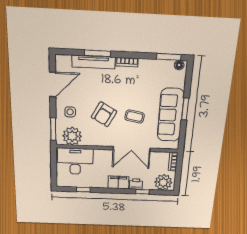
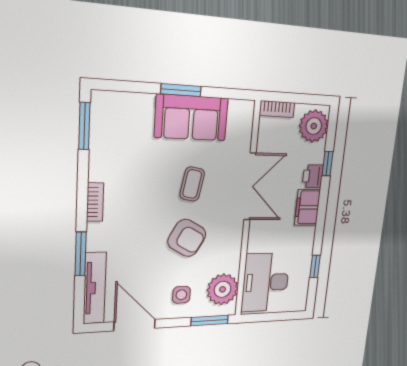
tv unit: (94, 62) -> (95, 288), moved
floor lamp: (179, 65) -> (99, 106), removed
sofa: (171, 115) -> (191, 118), width x0.73

